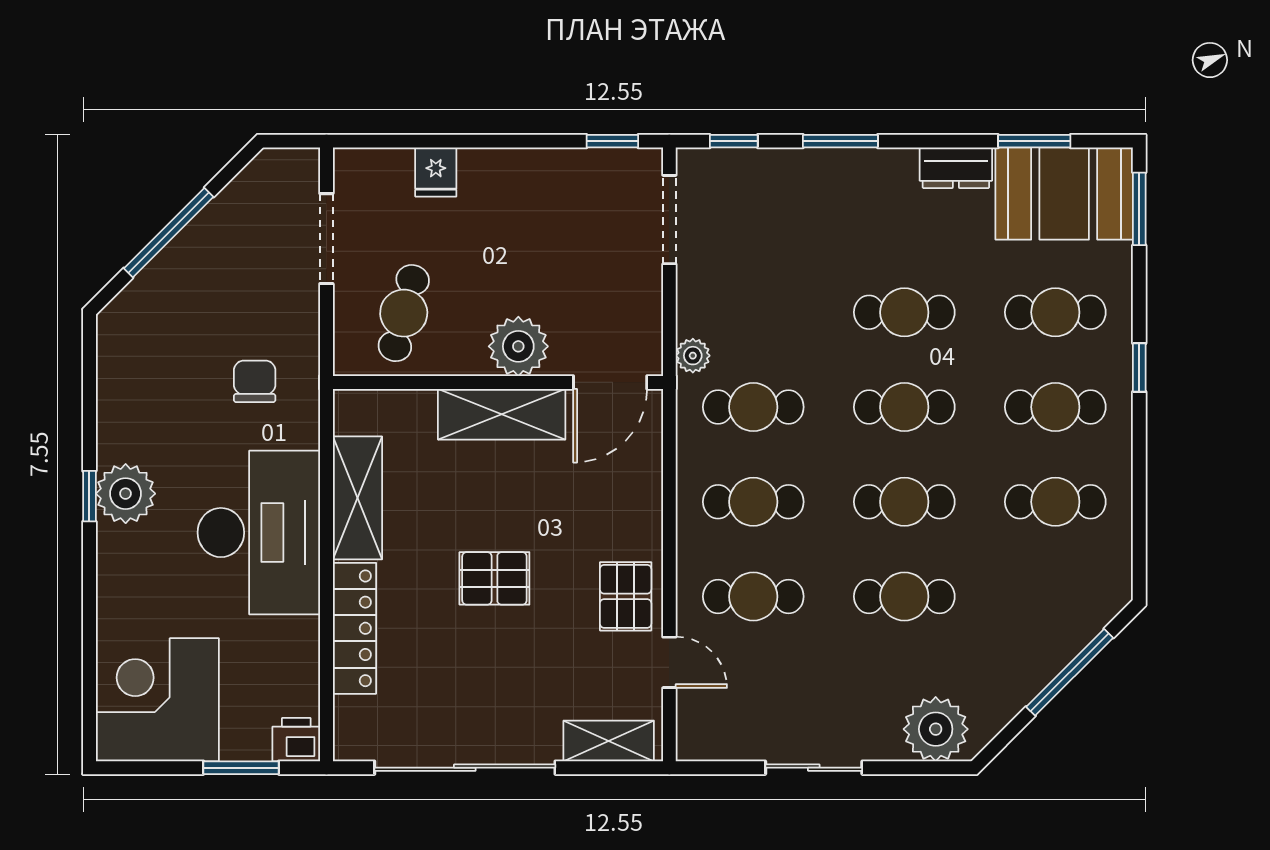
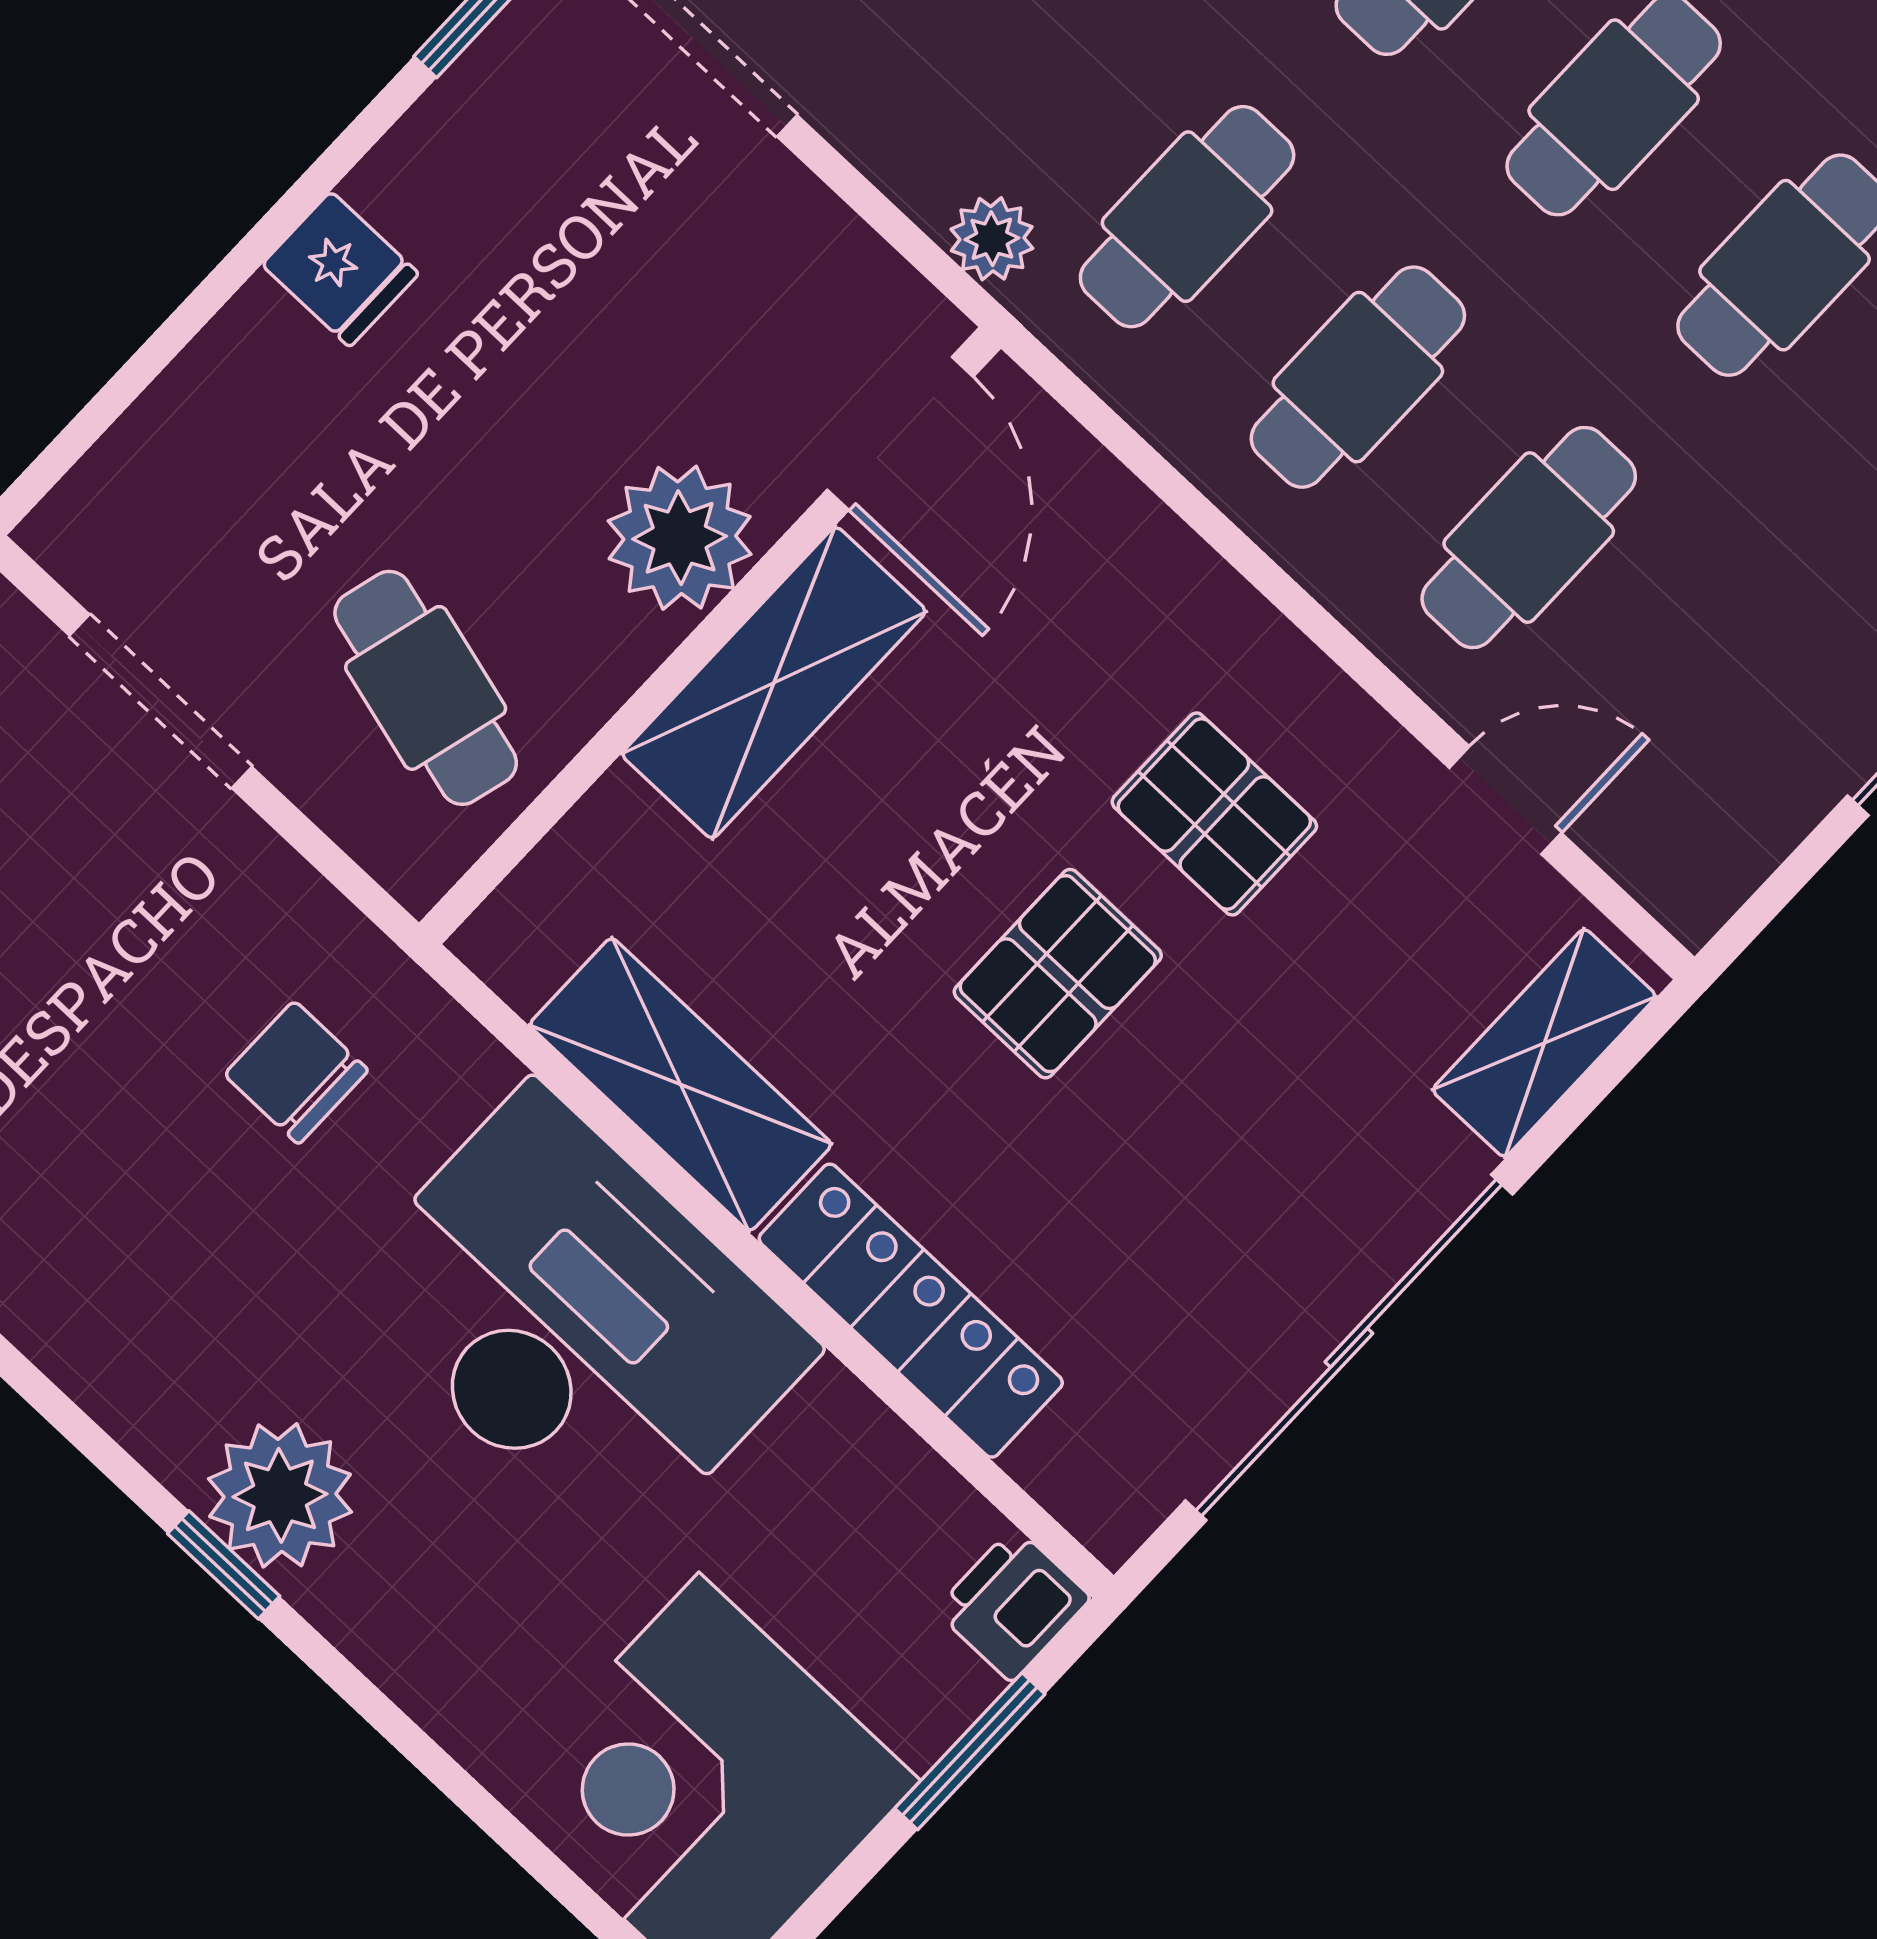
fridge: (436, 172) -> (340, 269), moved
pallet: (626, 596) -> (1214, 814), moved

